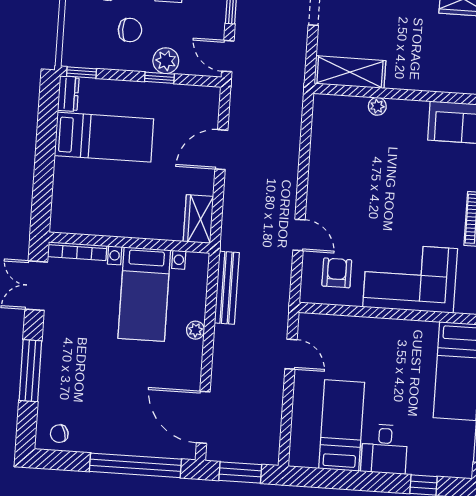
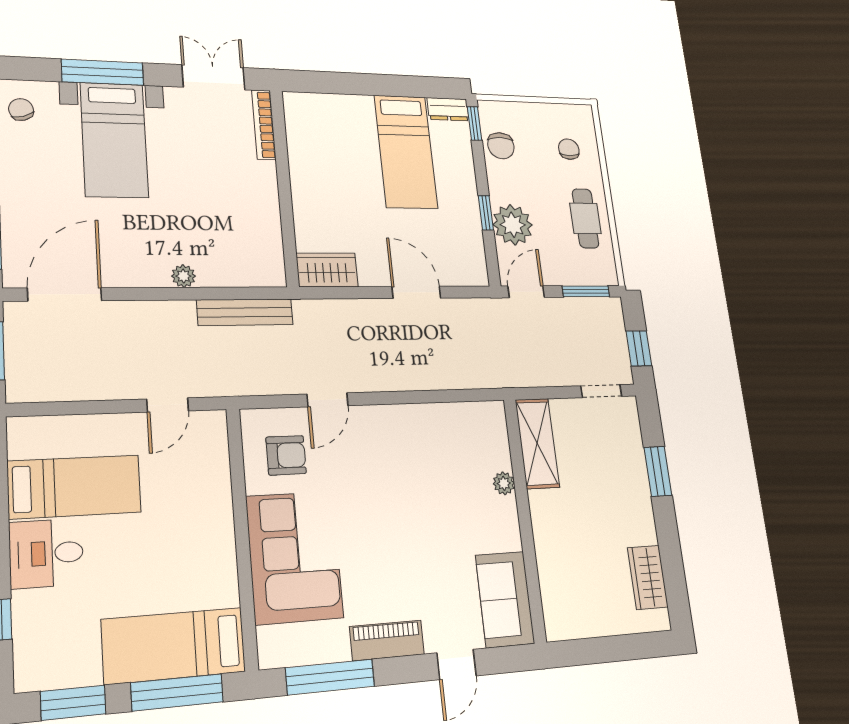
chair: (130, 30) -> (501, 146), moved
plant: (166, 61) -> (513, 225), width x1.36, depth x1.36
bed with nightstands: (144, 294) -> (114, 140), moved, turned -90

